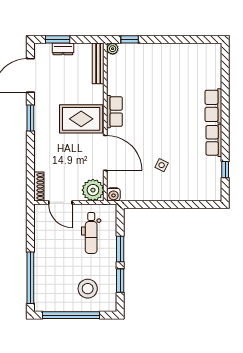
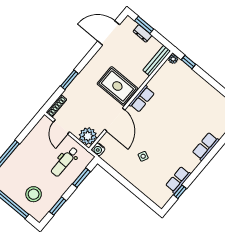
window: (30, 118) -> (69, 80), moved
row of seats: (214, 140) -> (178, 180), moved
window: (120, 249) -> (81, 178), moved

